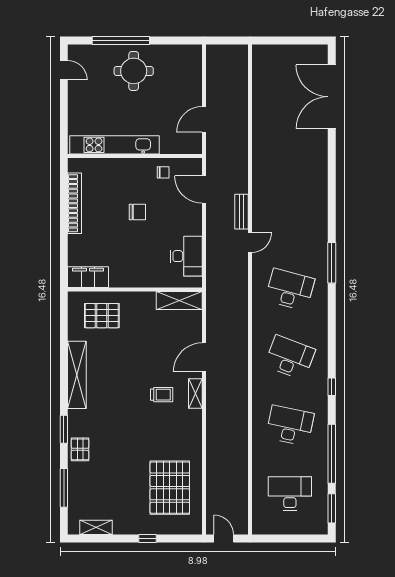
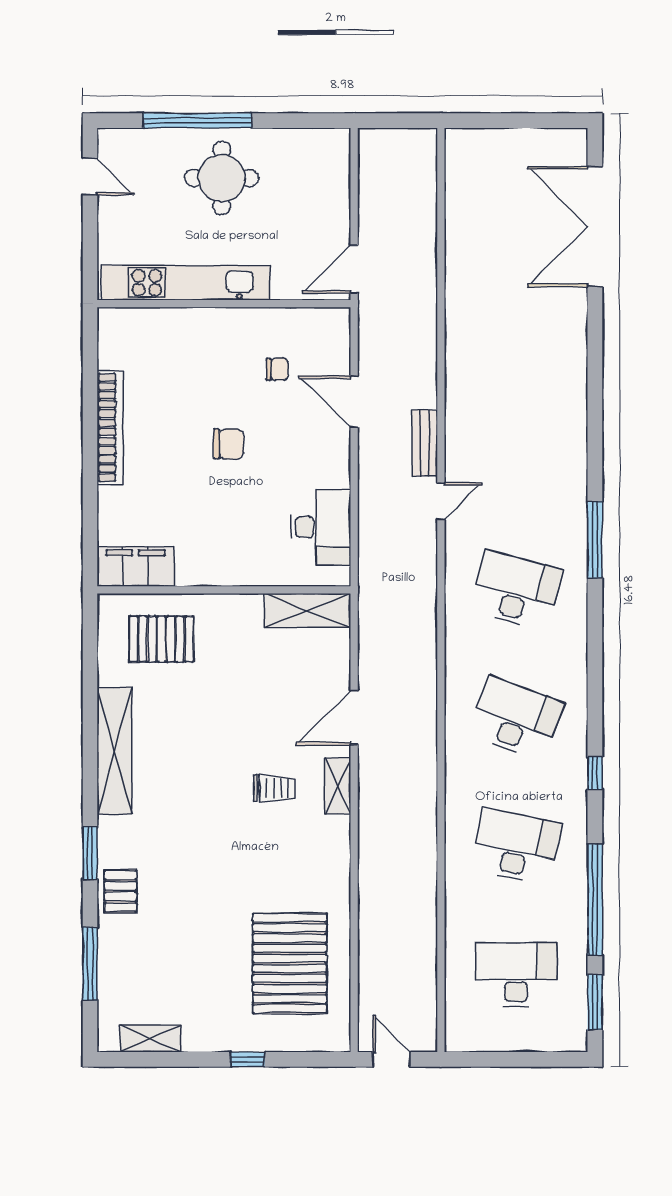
kitchen unit: (115, 145) -> (186, 283), moved
wall: (135, 156) -> (224, 304), moved

